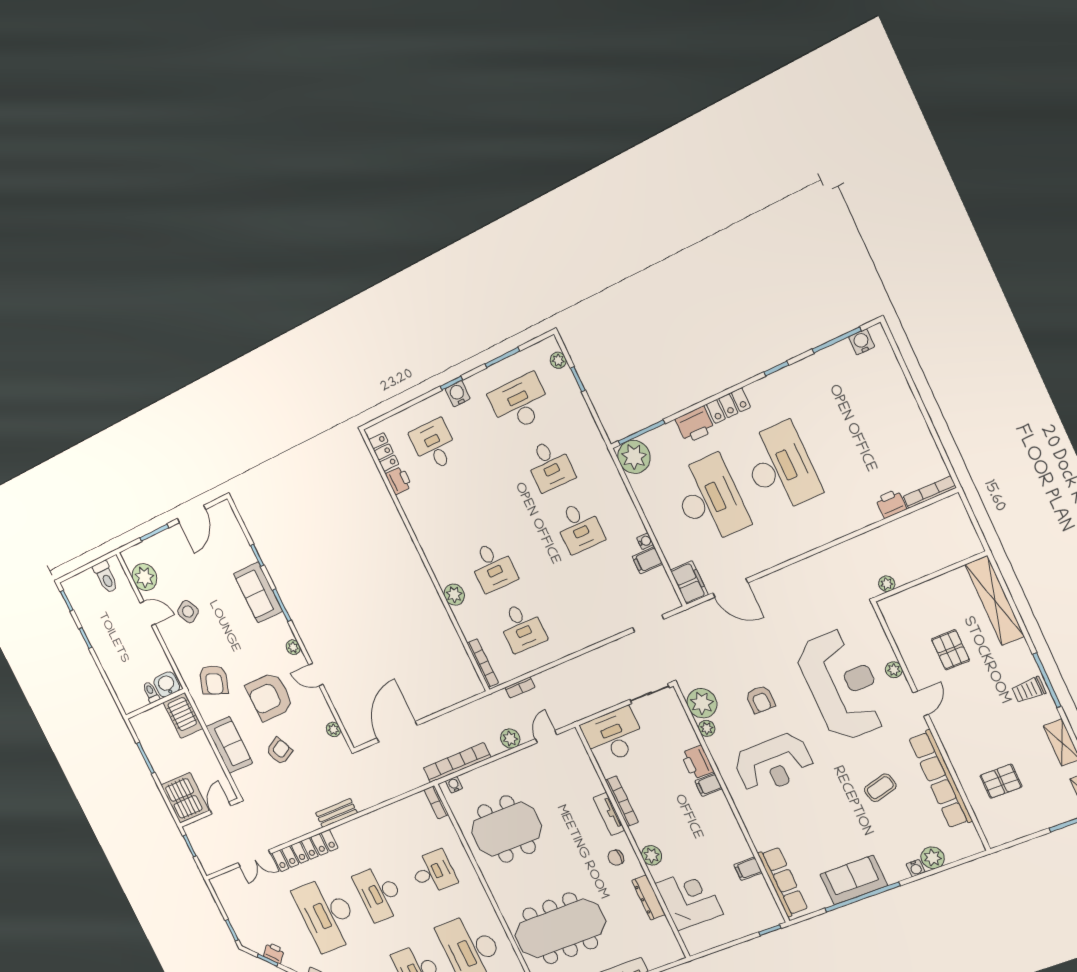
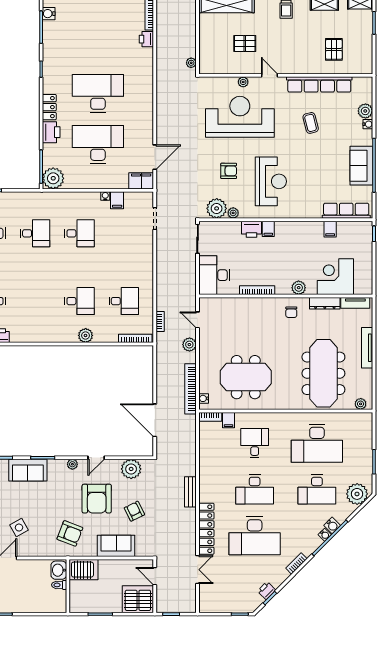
plant: (333, 729) -> (131, 469), width x1.87, depth x1.87
tv unit: (609, 814) -> (355, 303), moved
filing cabinet: (444, 828) -> (228, 420), added
meeting table: (506, 829) -> (246, 377), turned 90

